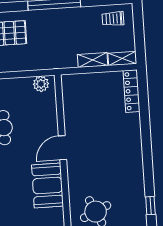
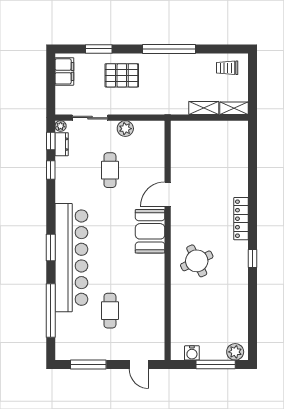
plant: (41, 84) -> (125, 129), moved
locker: (132, 91) -> (241, 219), moved

